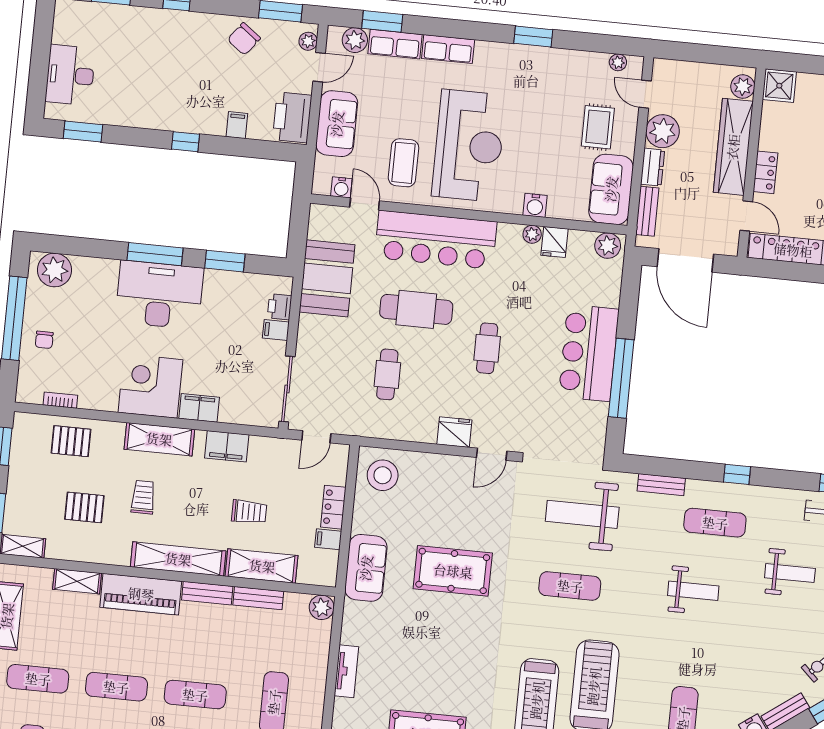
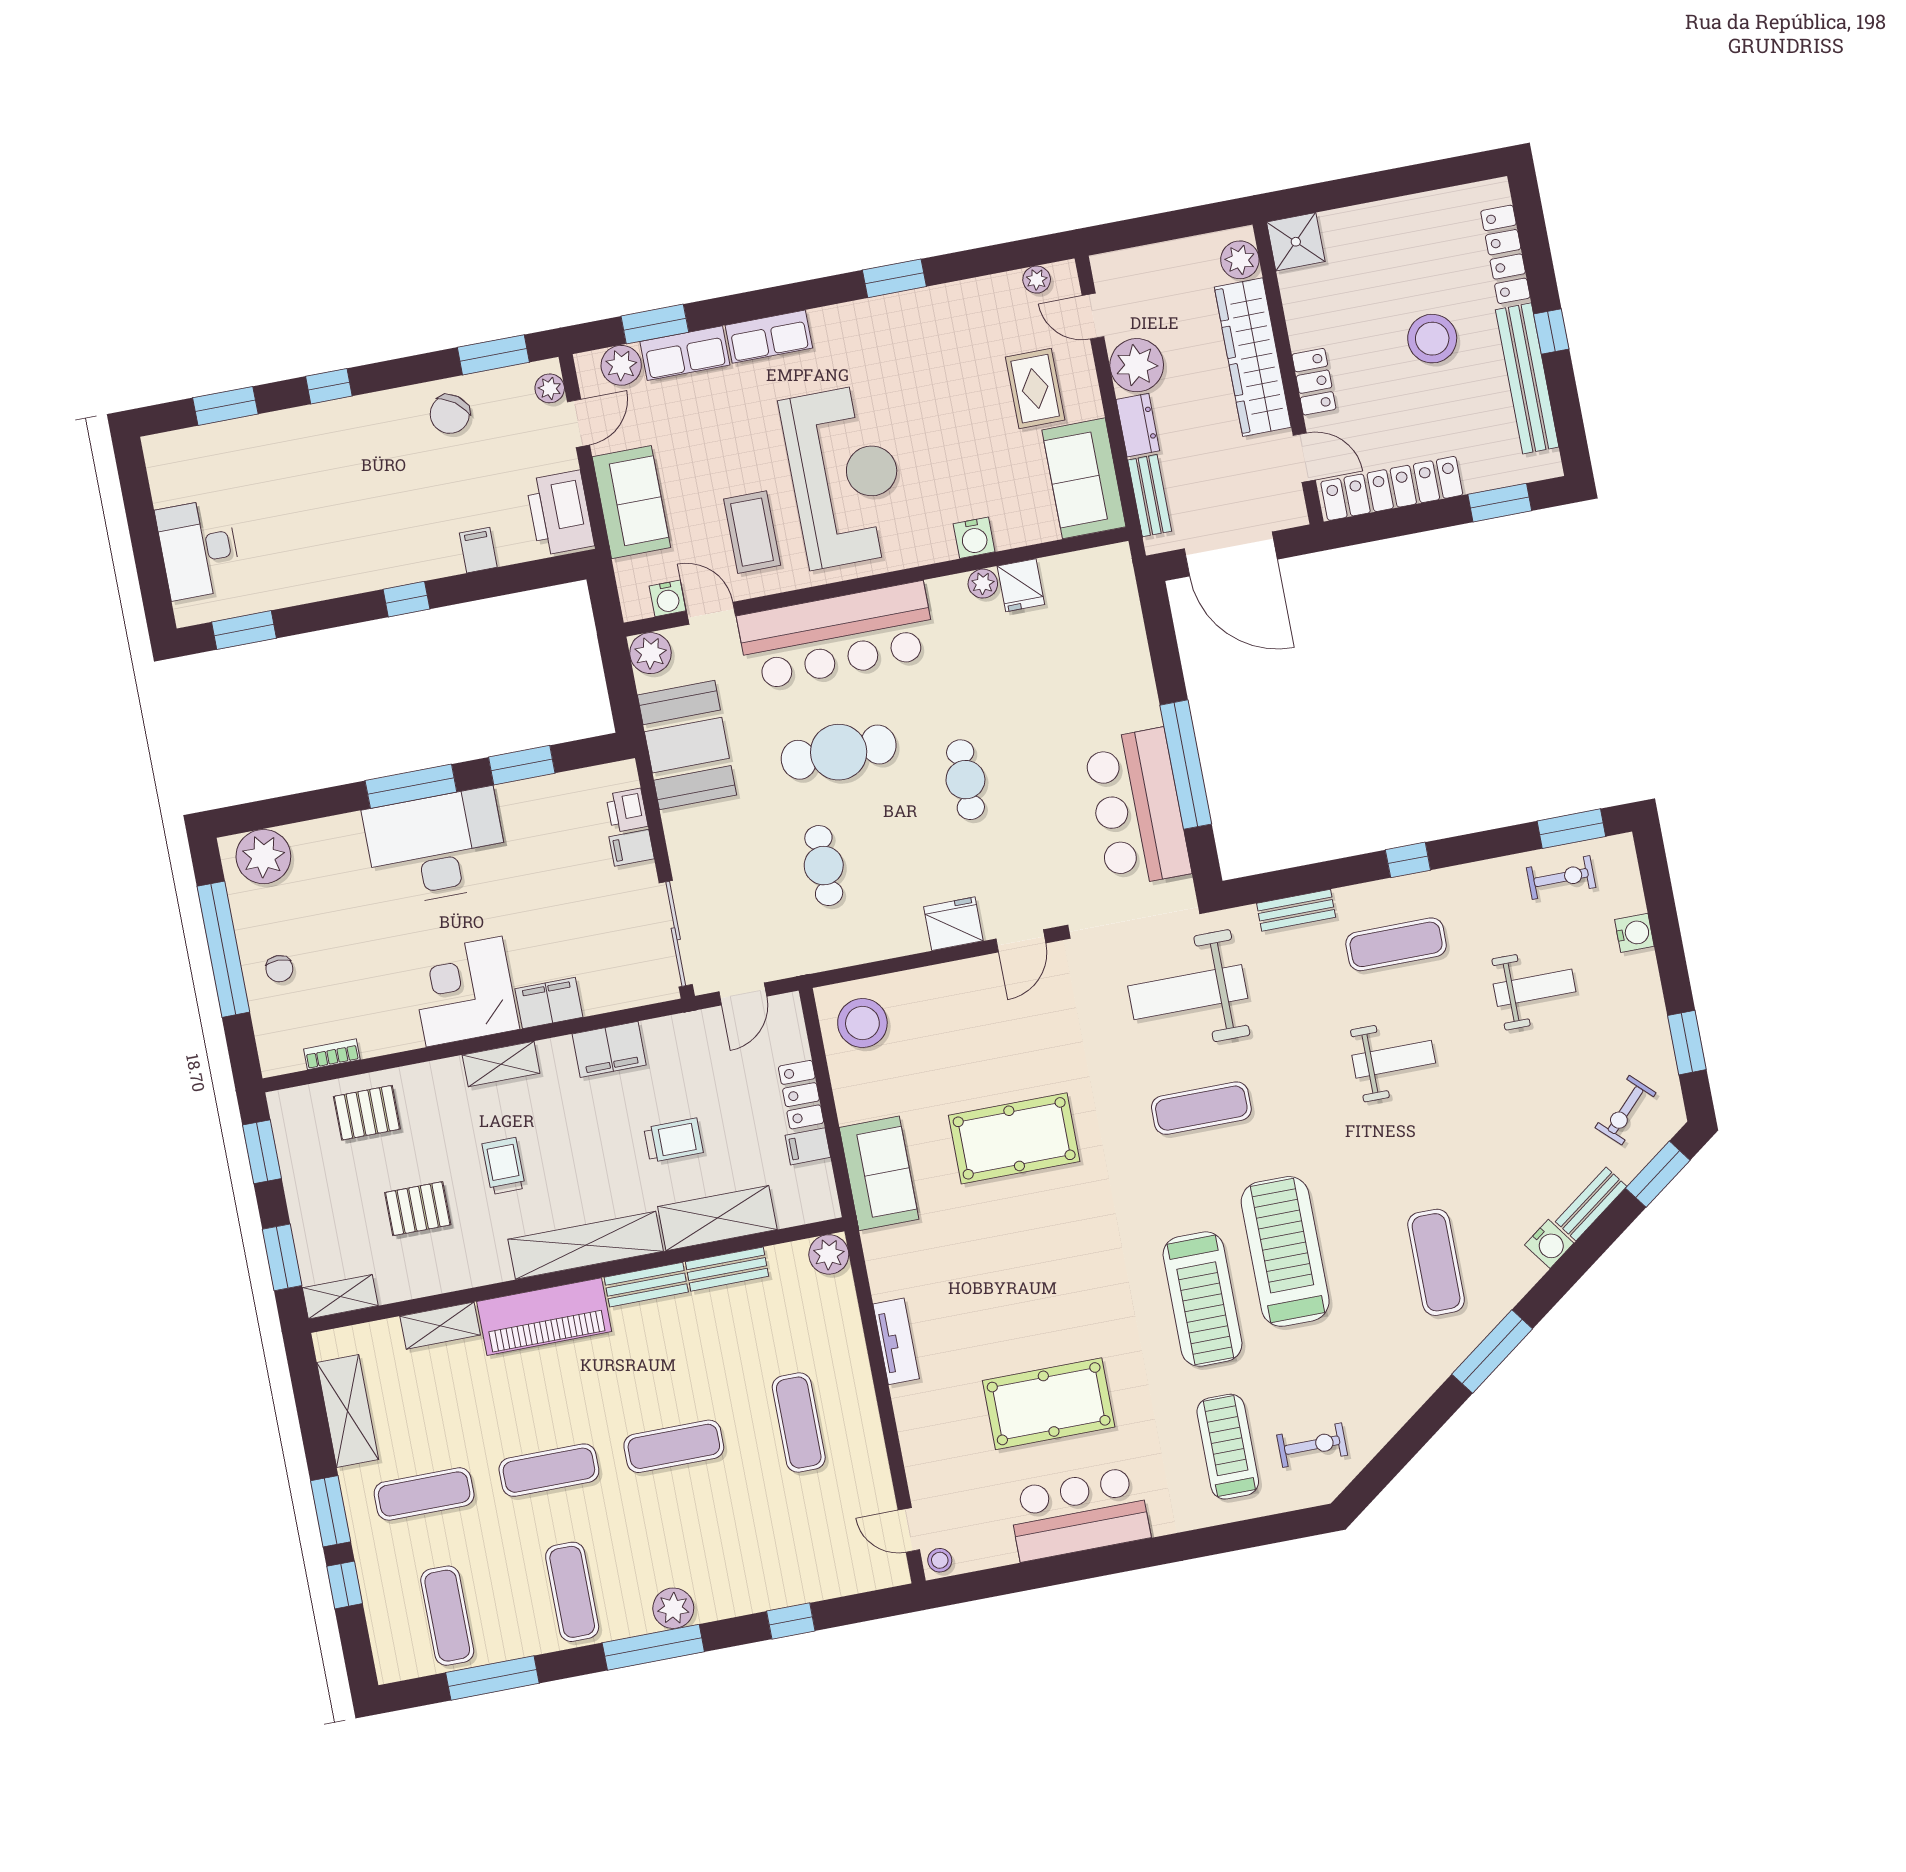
plant: (608, 246) -> (650, 653), moved
bar counter: (589, 353) -> (1137, 808), moved
shelving: (159, 439) -> (501, 1064), width x0.67, depth x0.75

